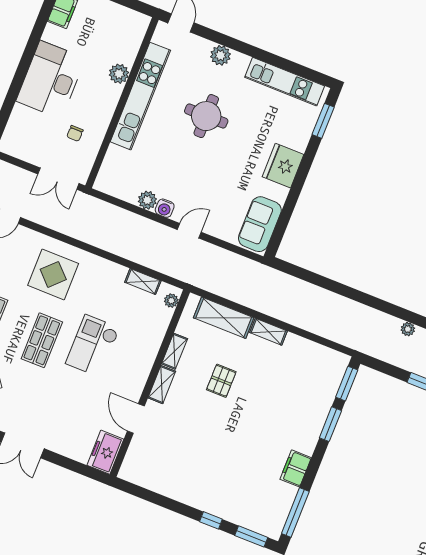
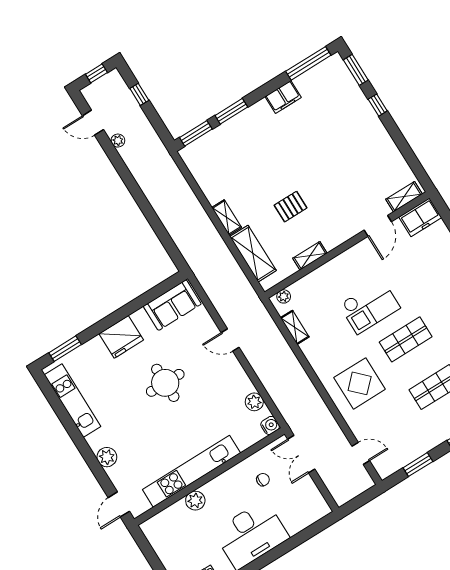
round table: (206, 116) -> (165, 383), moved
double door: (58, 179) -> (301, 454), swing flipped
plant: (147, 200) -> (254, 402), moved
water cooler: (165, 208) -> (270, 425), moved
shelving: (162, 385) -> (404, 197), moved

